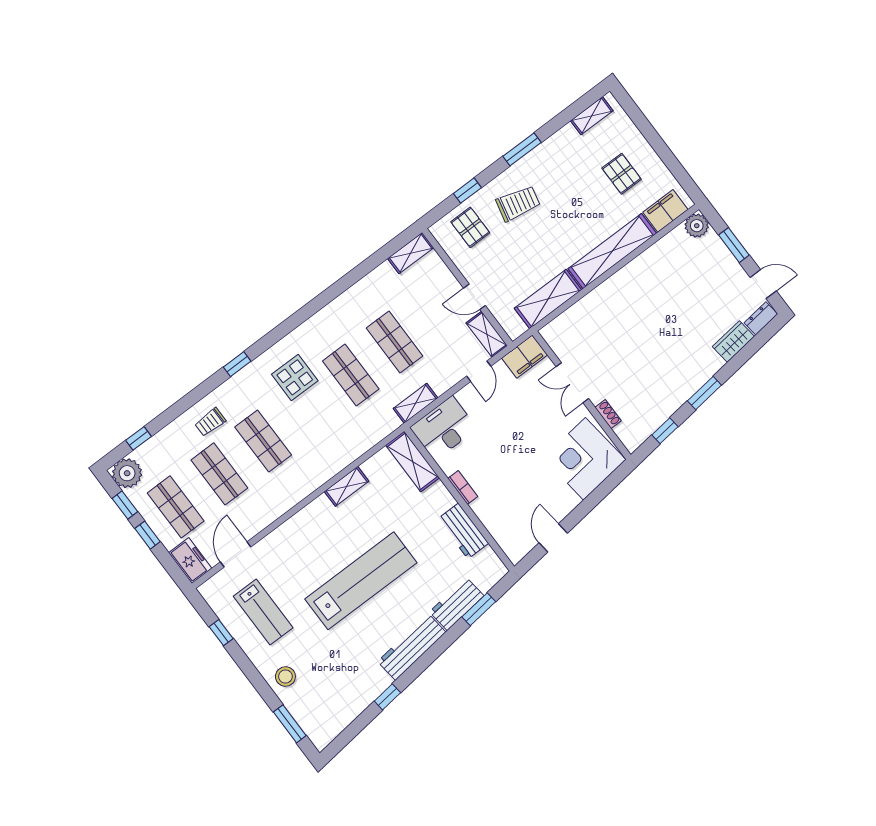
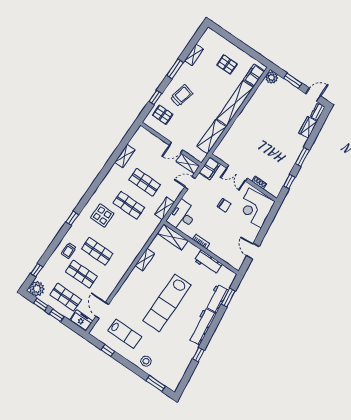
shelving: (592, 116) -> (194, 55), moved
shelving: (411, 253) -> (125, 156), moved
door: (479, 371) -> (190, 183), swing flipped
chair: (528, 434) -> (224, 205), added
lab bench: (361, 581) -> (167, 303), turned 180

